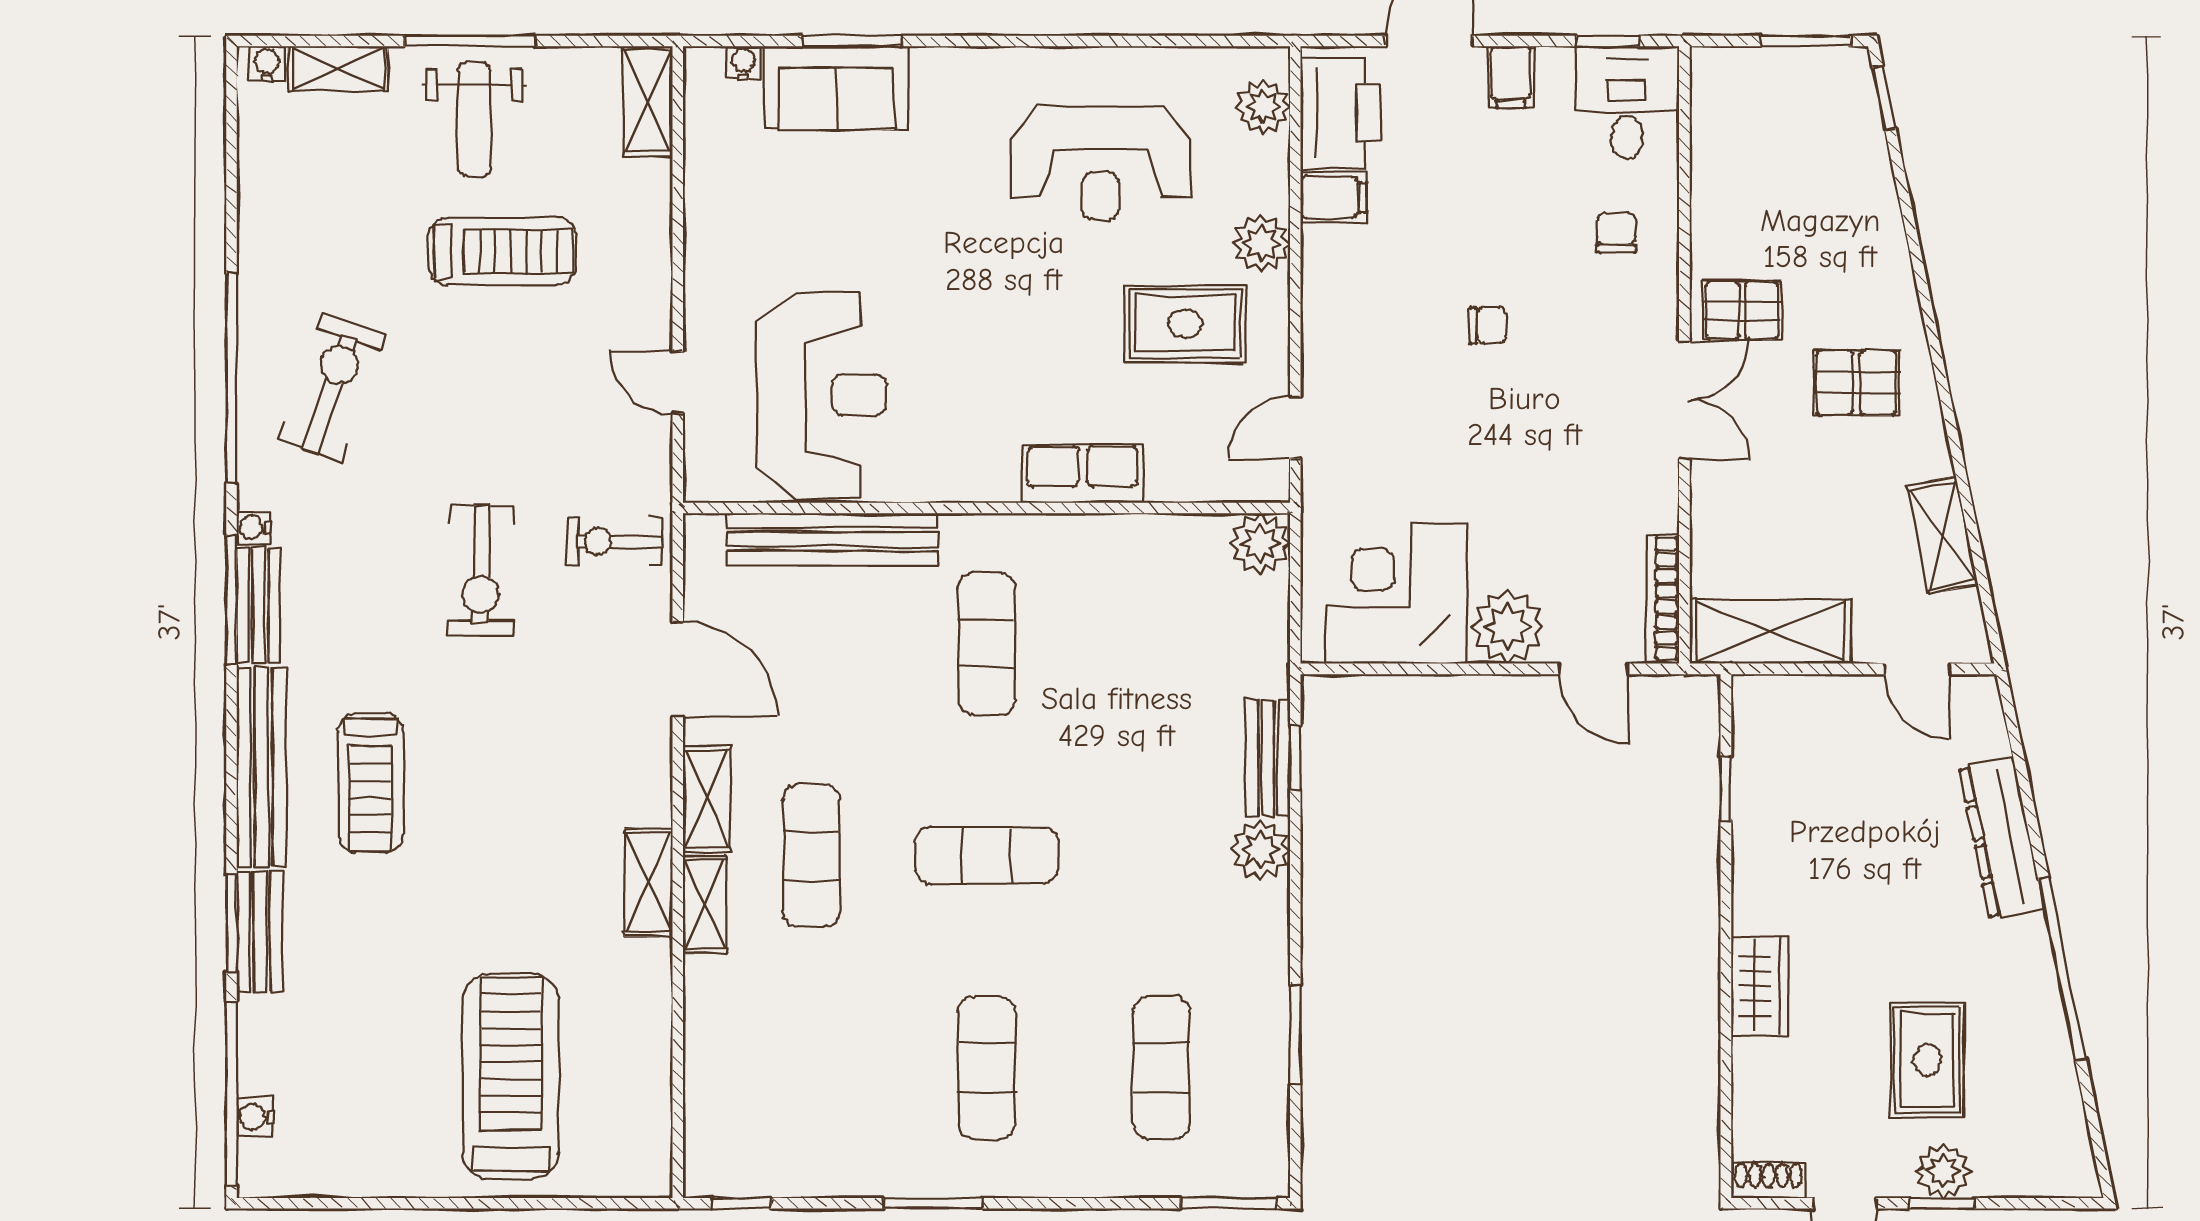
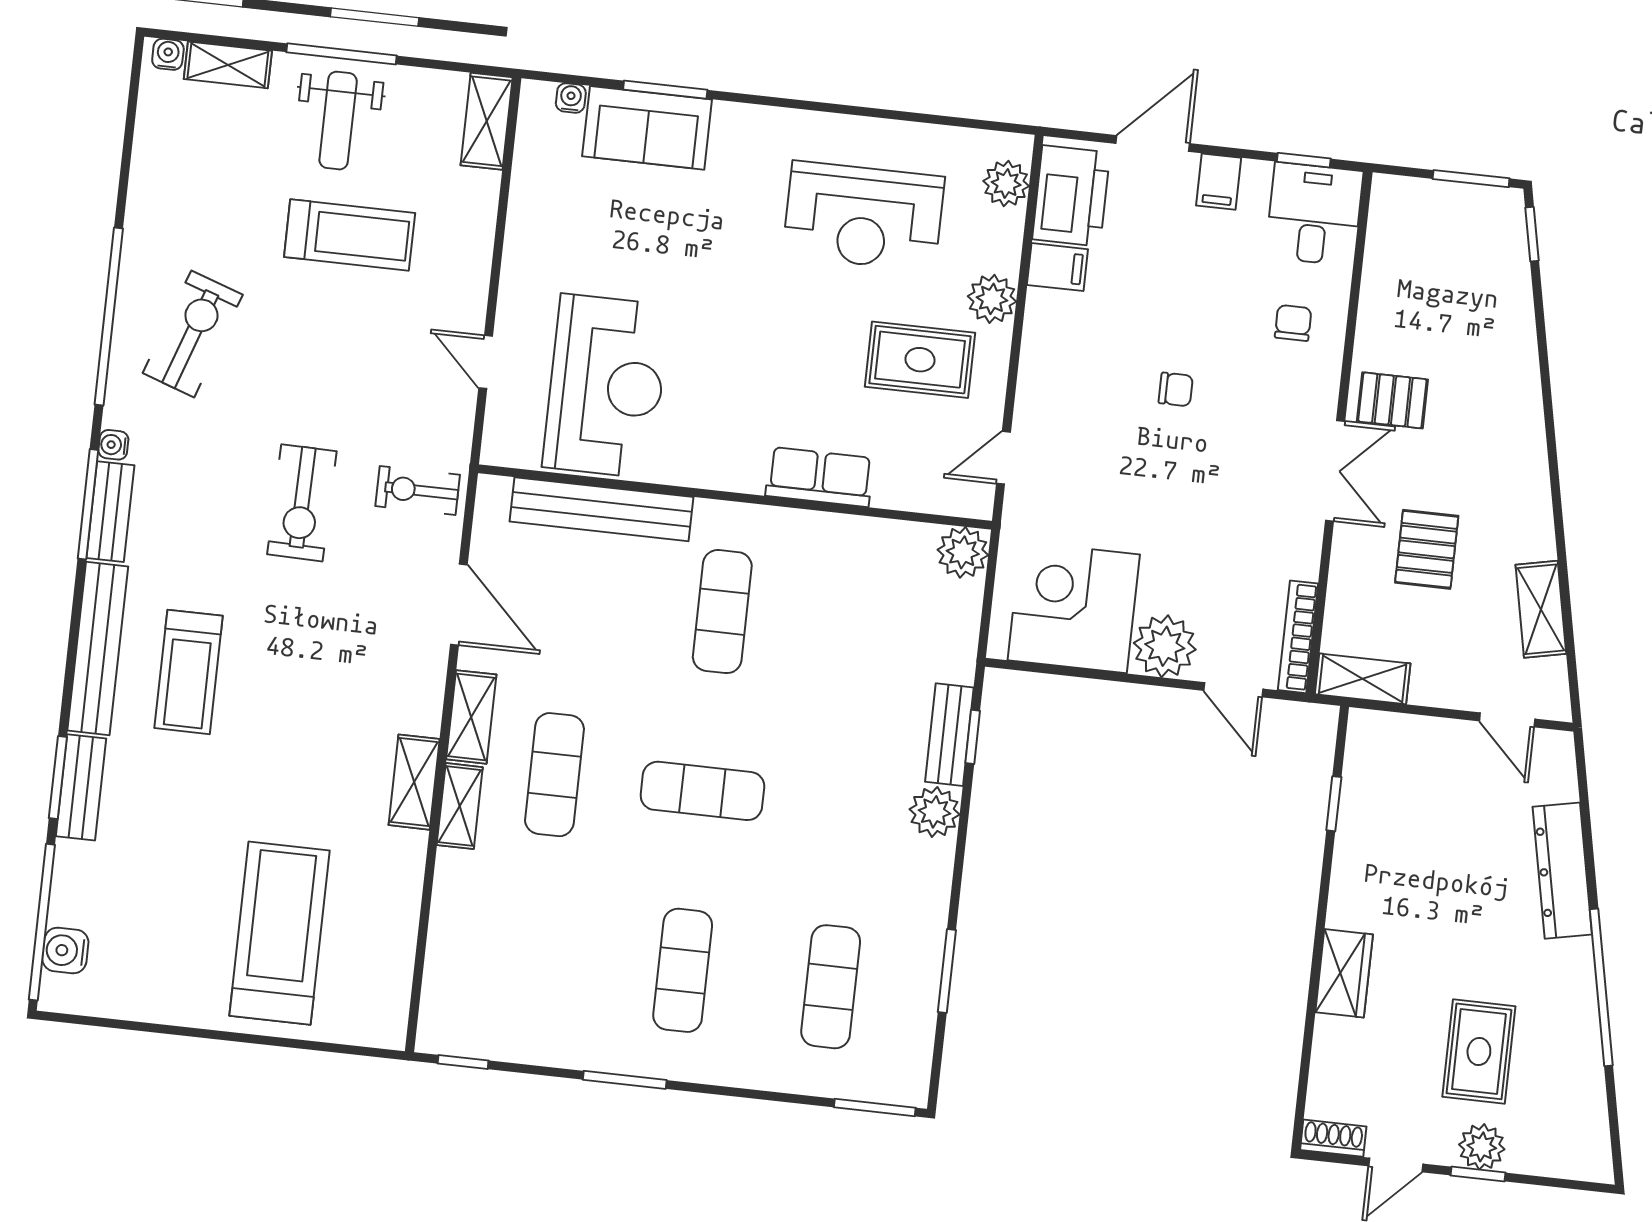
pallet: (1856, 383) -> (1427, 549), moved, turned 90
shelving: (1770, 631) -> (1363, 679), width x0.67, depth x0.75
water cooler: (255, 1117) -> (65, 951), width x1.38, depth x1.38

